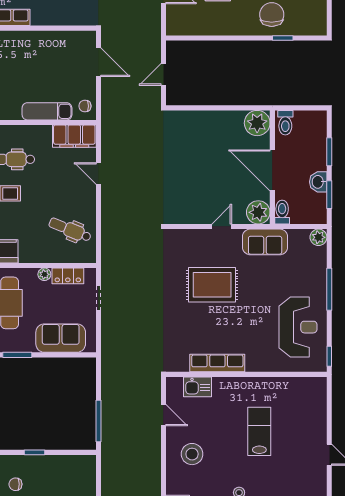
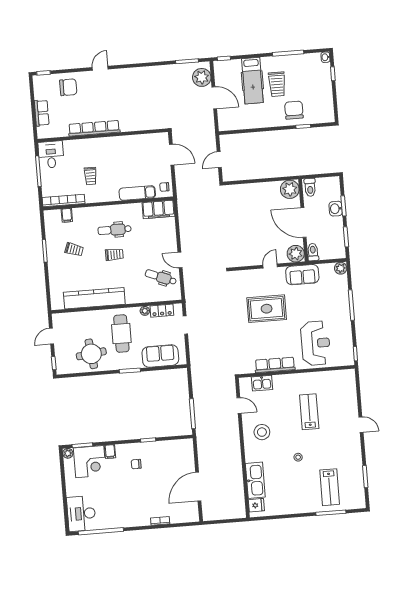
door: (98, 173) -> (180, 260), moved
washbasin: (318, 182) -> (336, 209), moved
reception desk: (298, 327) -> (316, 343), moved

